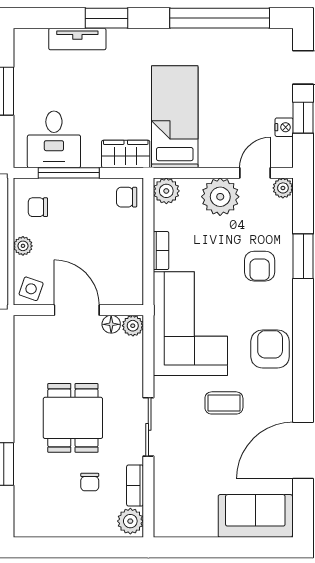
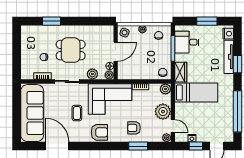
tv unit: (77, 39) -> (229, 57), width x1.41
nightstand: (34, 40) -> (228, 34), added
sofa: (255, 516) -> (32, 113), width x1.85, depth x1.27
plant: (130, 521) -> (92, 74), moved

